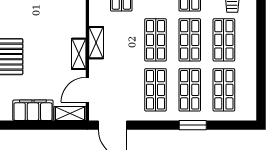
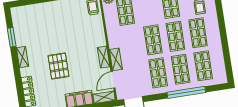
shelving: (96, 43) -> (116, 59), moved
window: (193, 125) -> (186, 92), width x2.11

